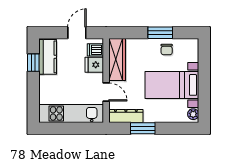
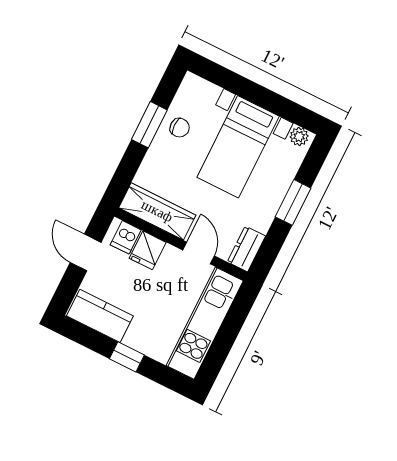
window: (33, 63) -> (127, 357), moved
door: (106, 92) -> (199, 253), hinge flipped
dresser: (126, 116) -> (246, 249), width x0.70
window: (143, 128) -> (293, 202), moved

